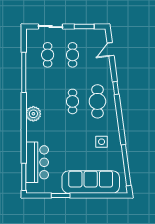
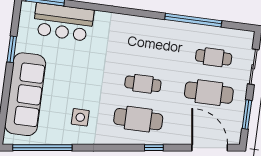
door: (111, 49) -> (210, 148), width x1.88
cafe table: (73, 55) -> (209, 93), width x1.37, depth x1.35
plant: (33, 114) -> (133, 26), removed

